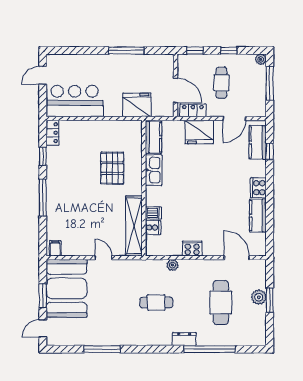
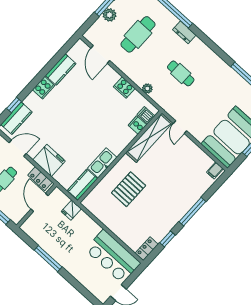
fridge: (137, 105) -> (71, 210), width x0.53, depth x0.75
dishwasher: (153, 213) -> (146, 115), moved
door: (103, 258) -> (180, 127), moved

